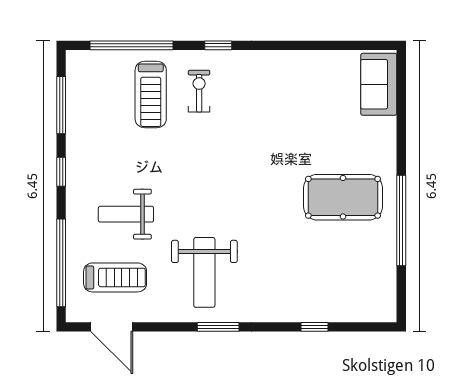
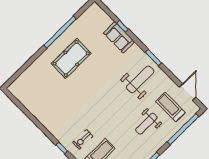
sofa: (379, 84) -> (119, 37), moved, turned 90
pool table: (343, 197) -> (71, 58), turned 90
weight bench: (126, 214) -> (146, 124), turned 90

